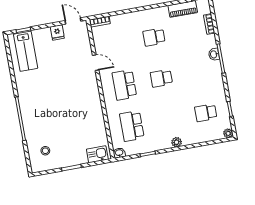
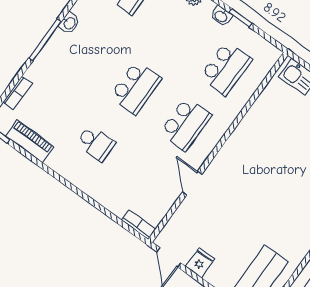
washbasin: (214, 54) -> (69, 23), moved
school desk: (161, 78) -> (136, 88), width x1.85
washbasin: (119, 153) -> (221, 16), moved

